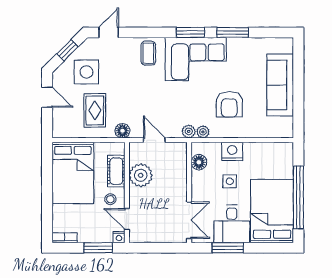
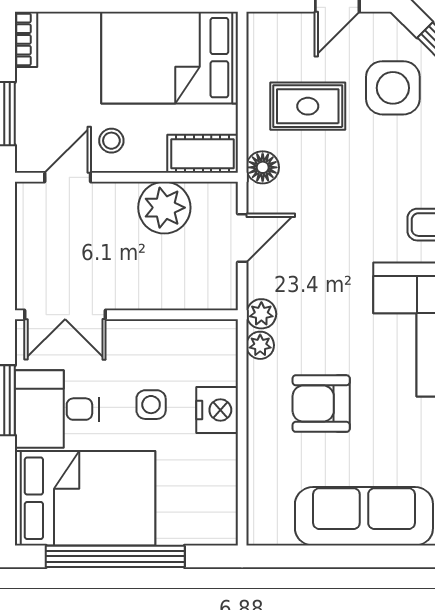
floor lamp: (199, 162) -> (193, 336), removed
cot: (116, 171) -> (203, 154), moved
nightstand: (119, 237) -> (27, 160), removed

